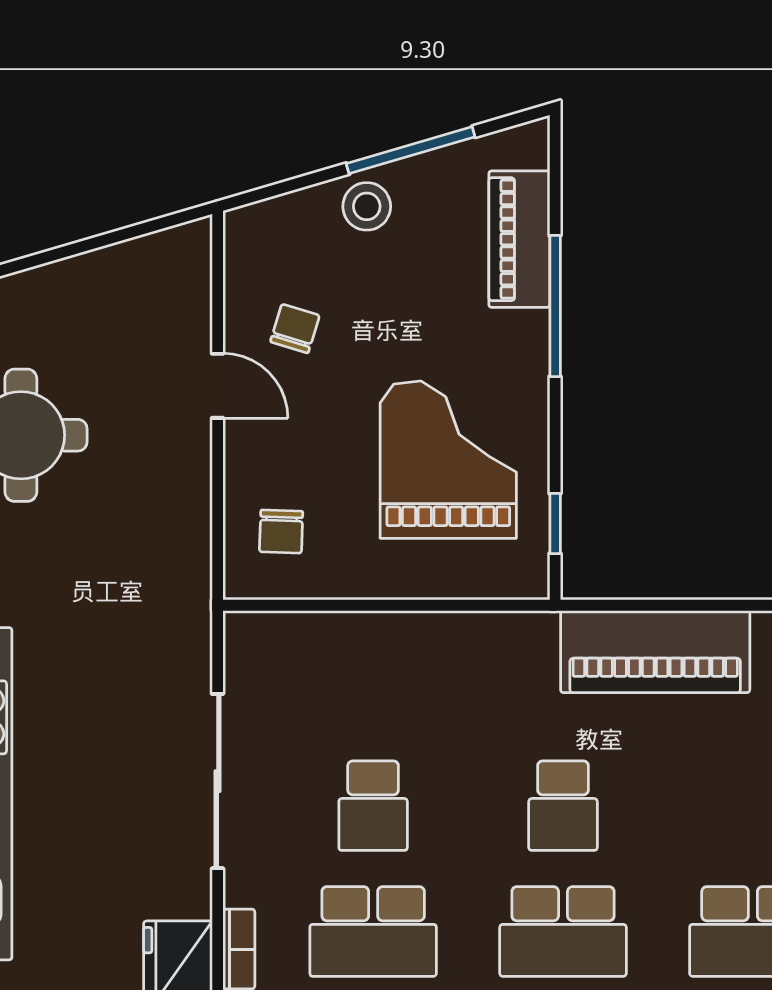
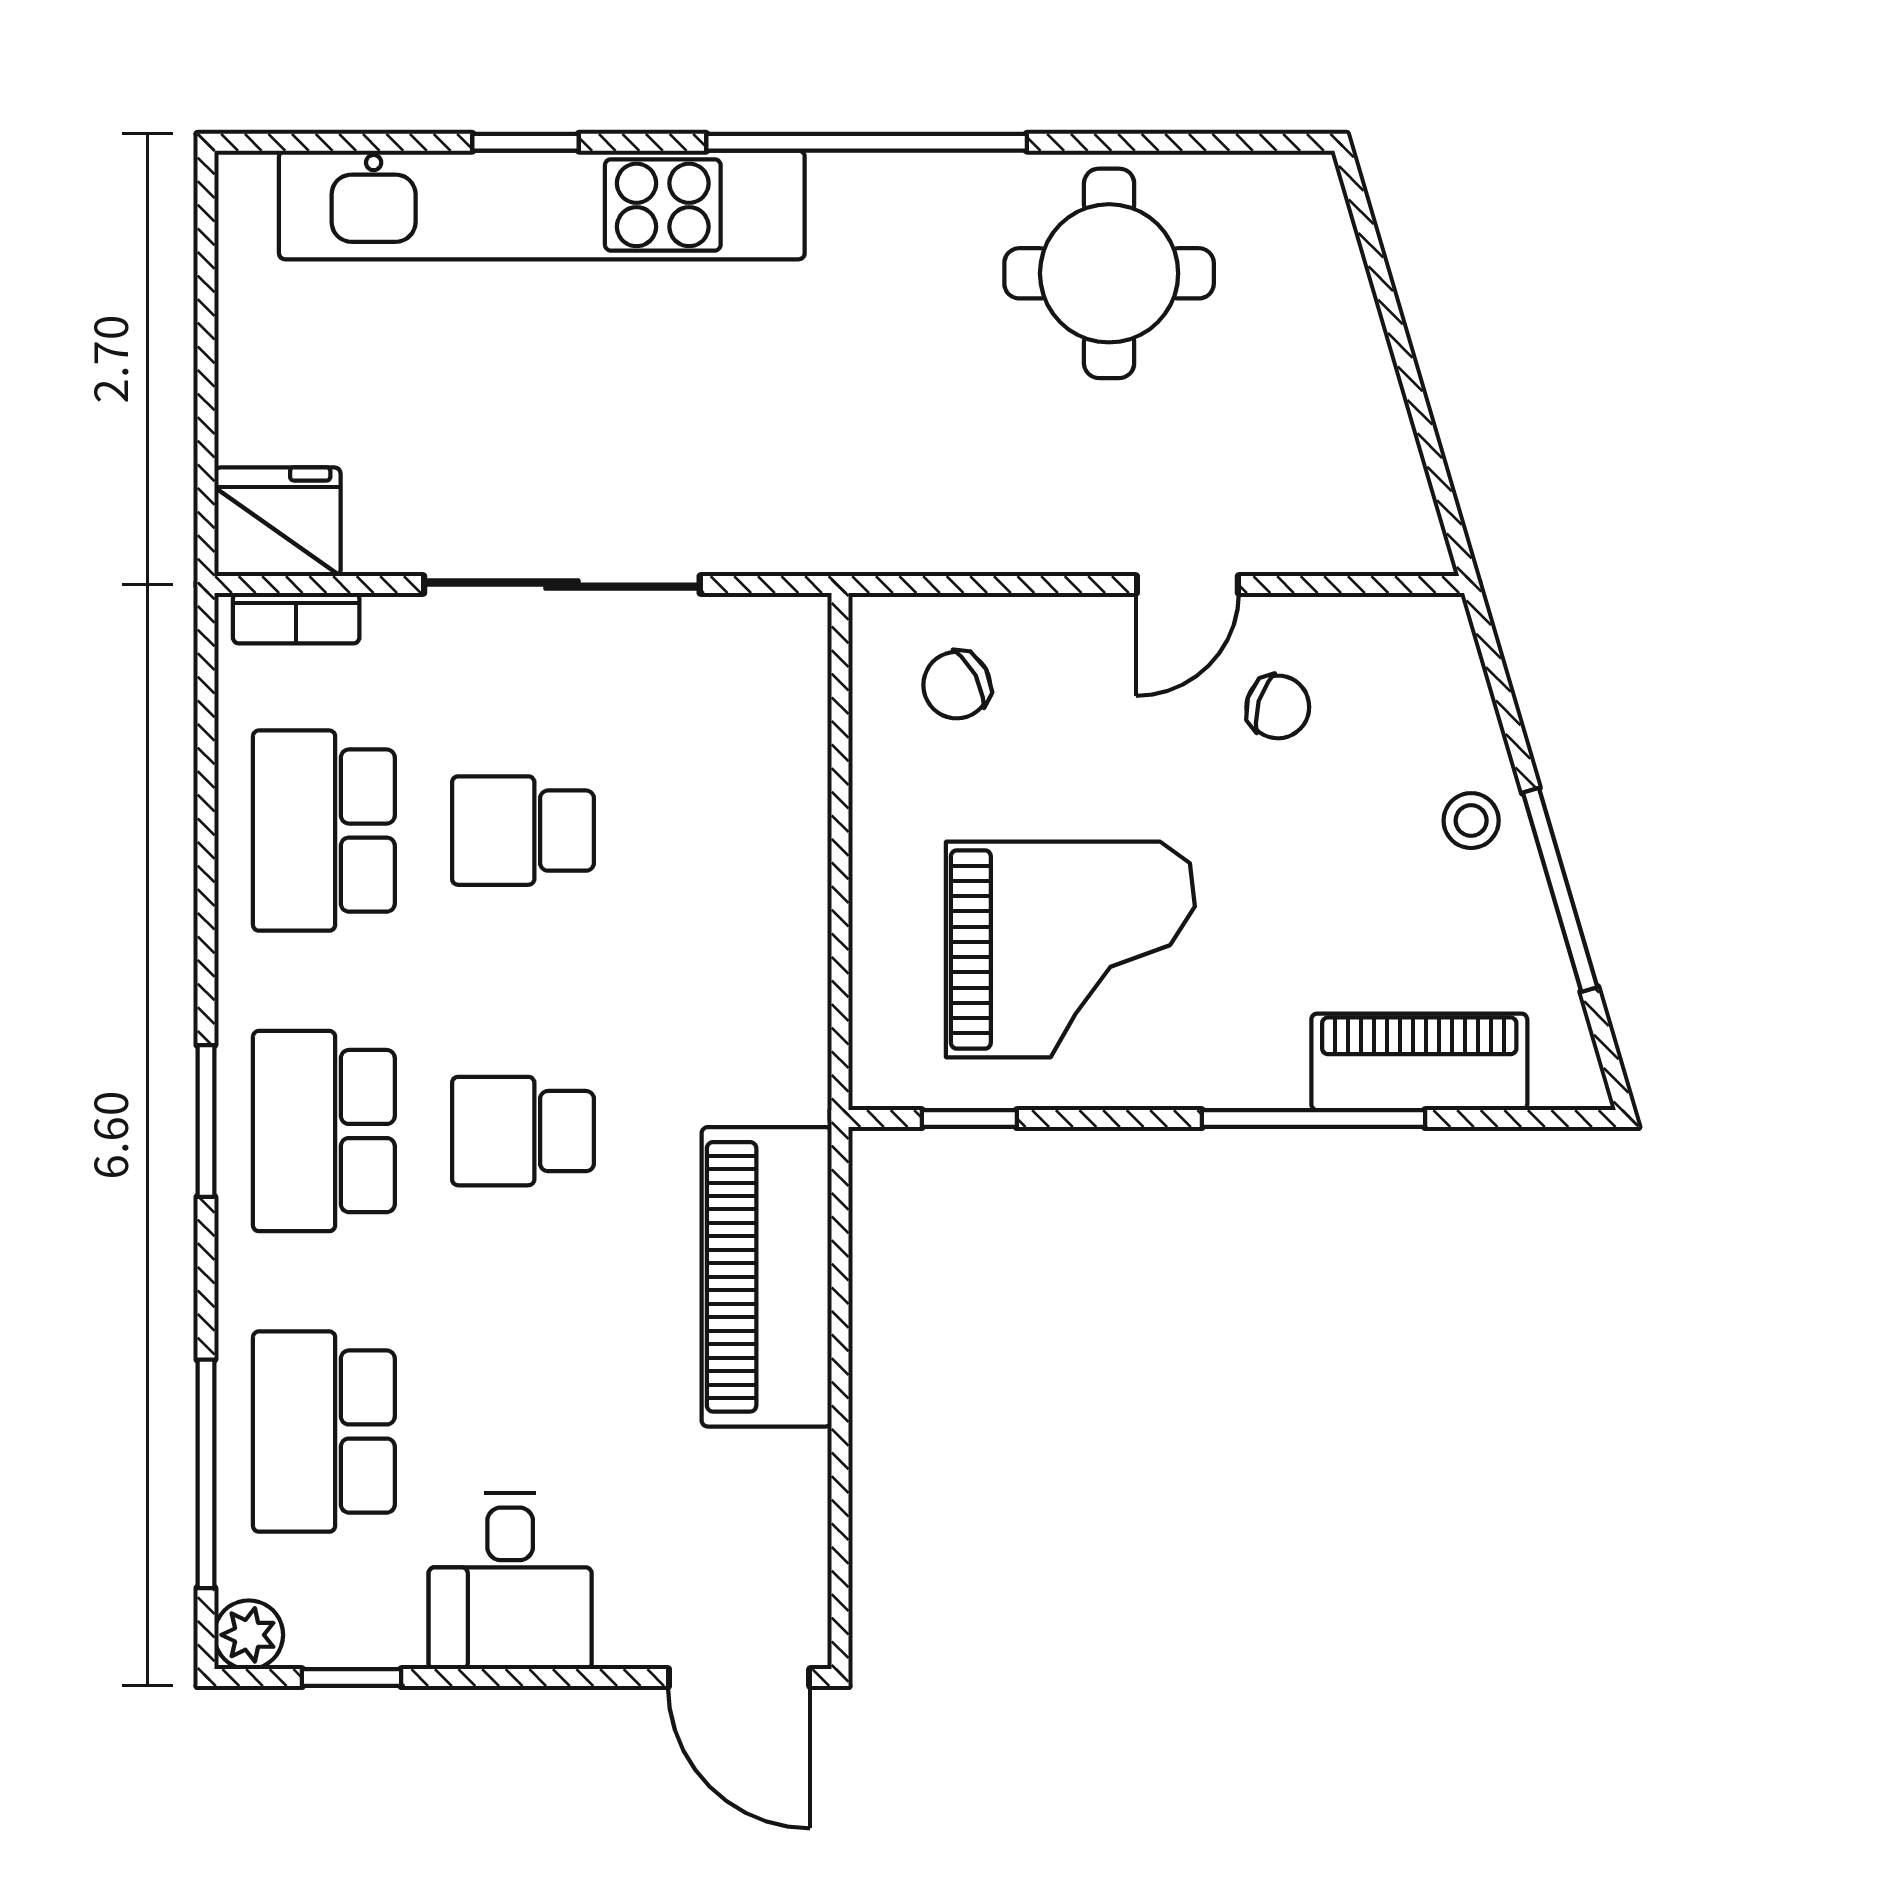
stool: (367, 206) -> (1471, 821), width x0.73, depth x0.73
chair: (281, 532) -> (957, 685), turned -30

